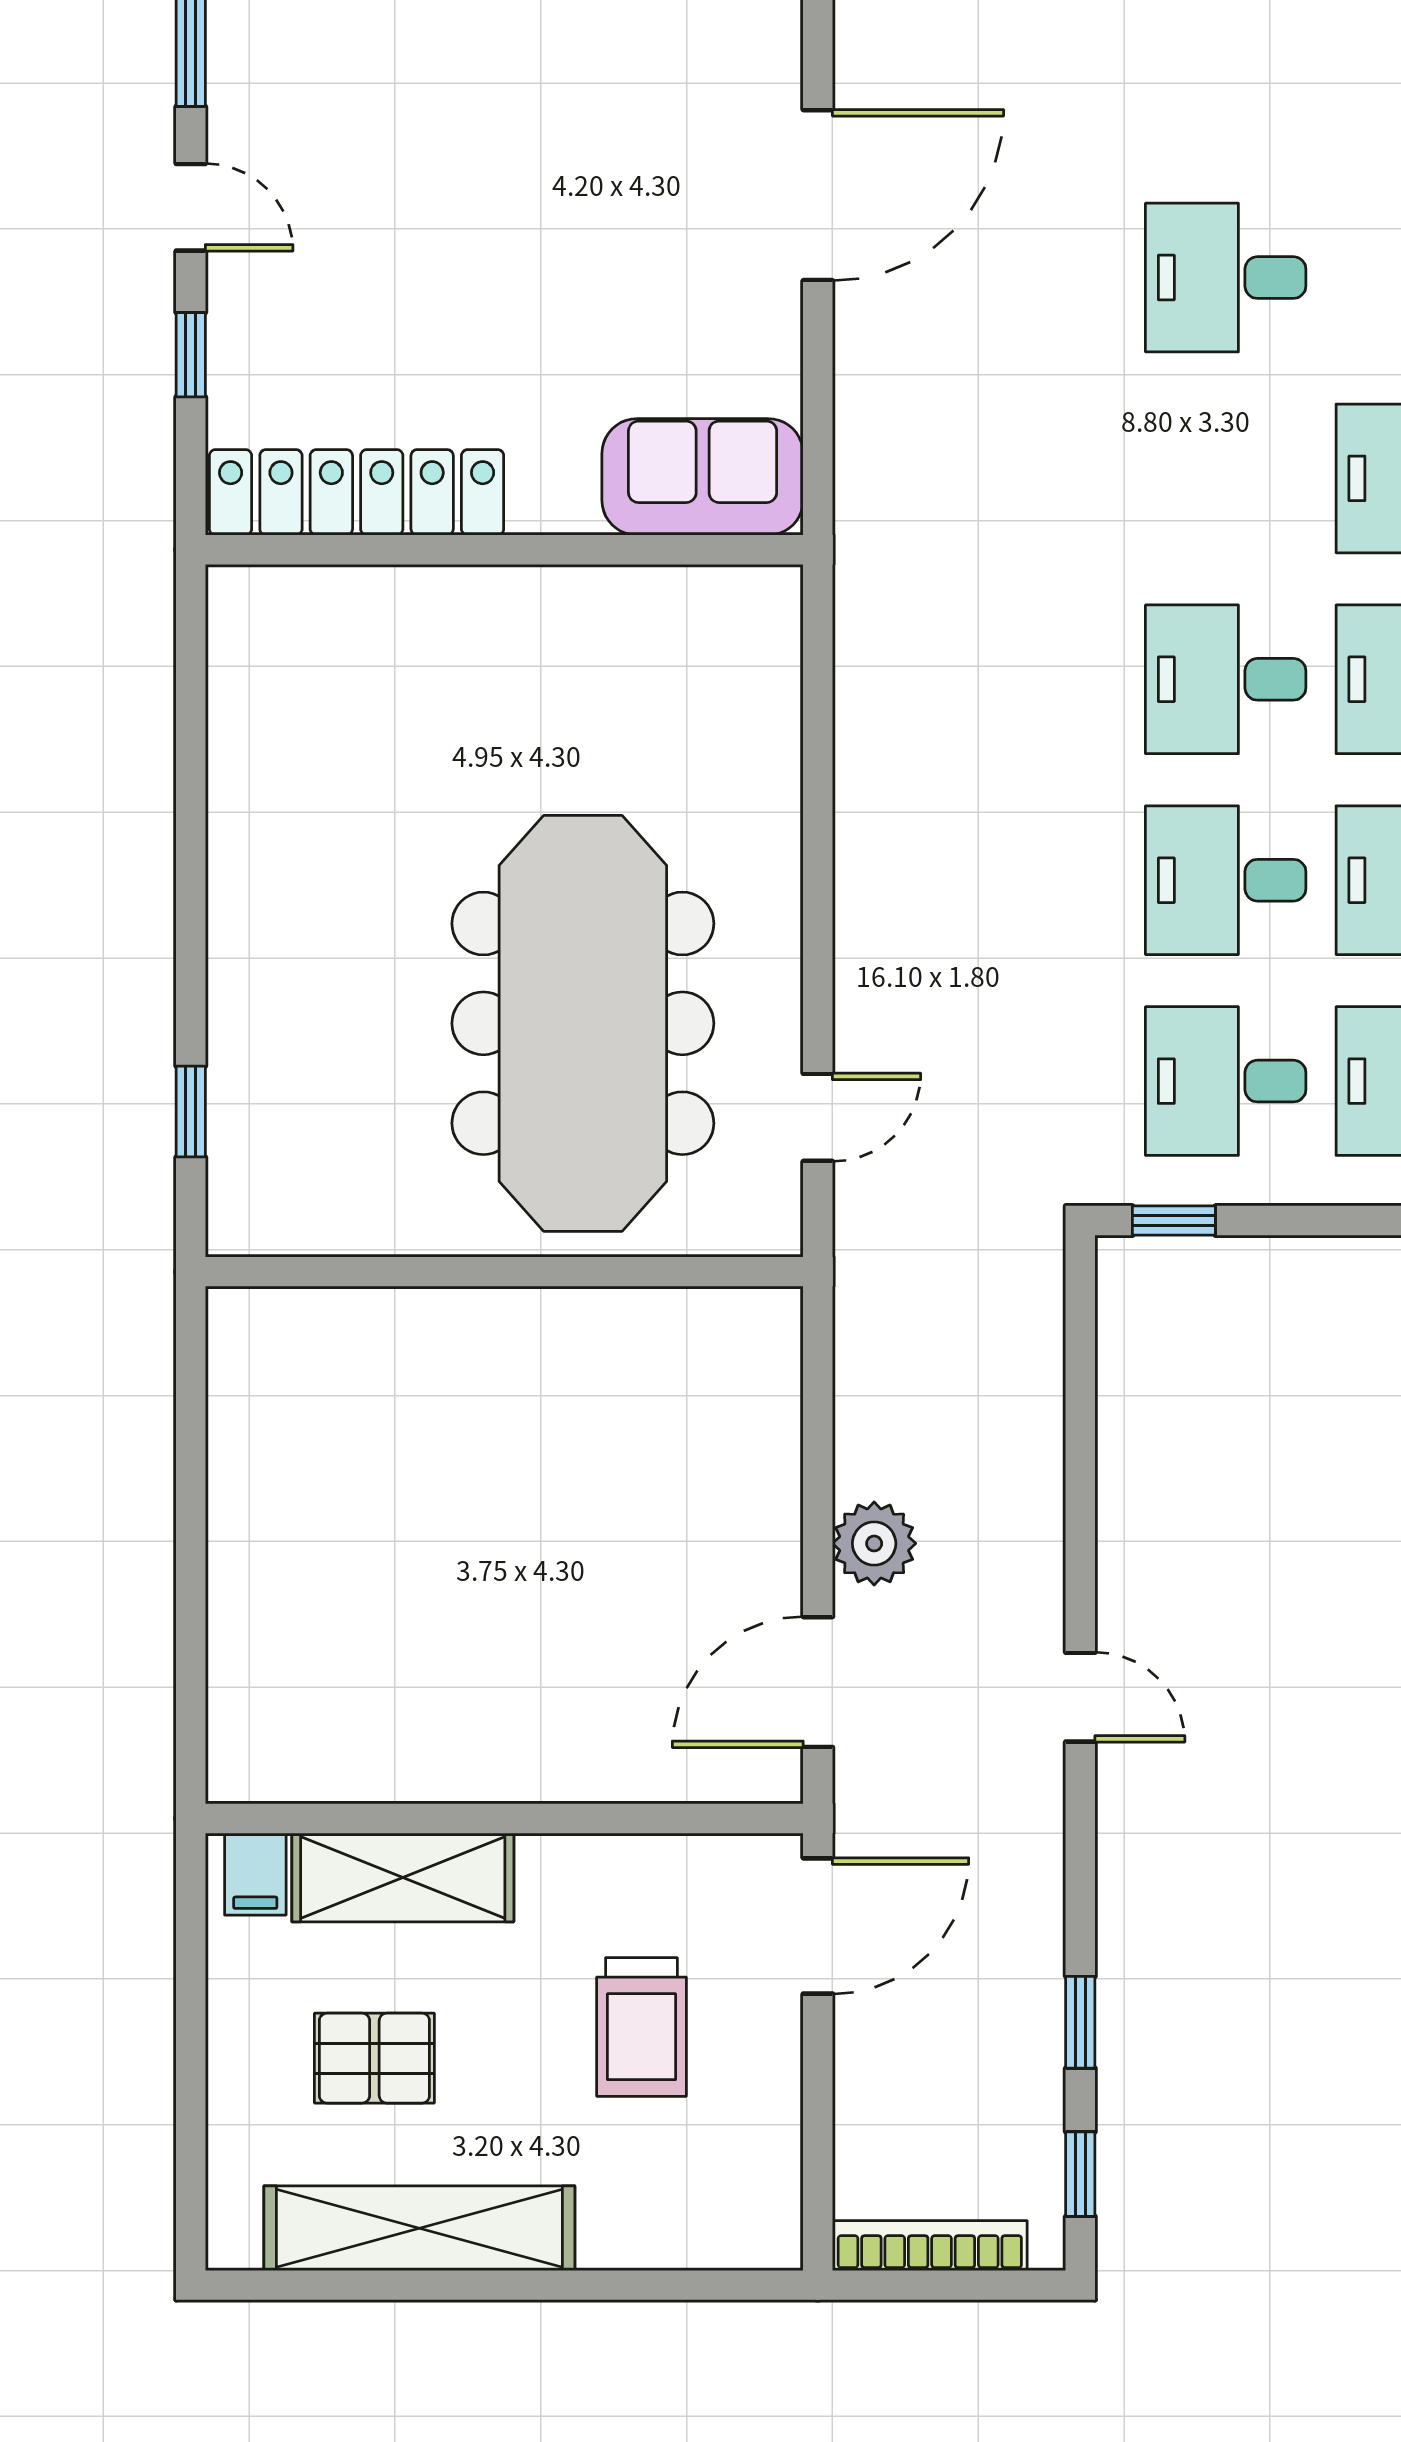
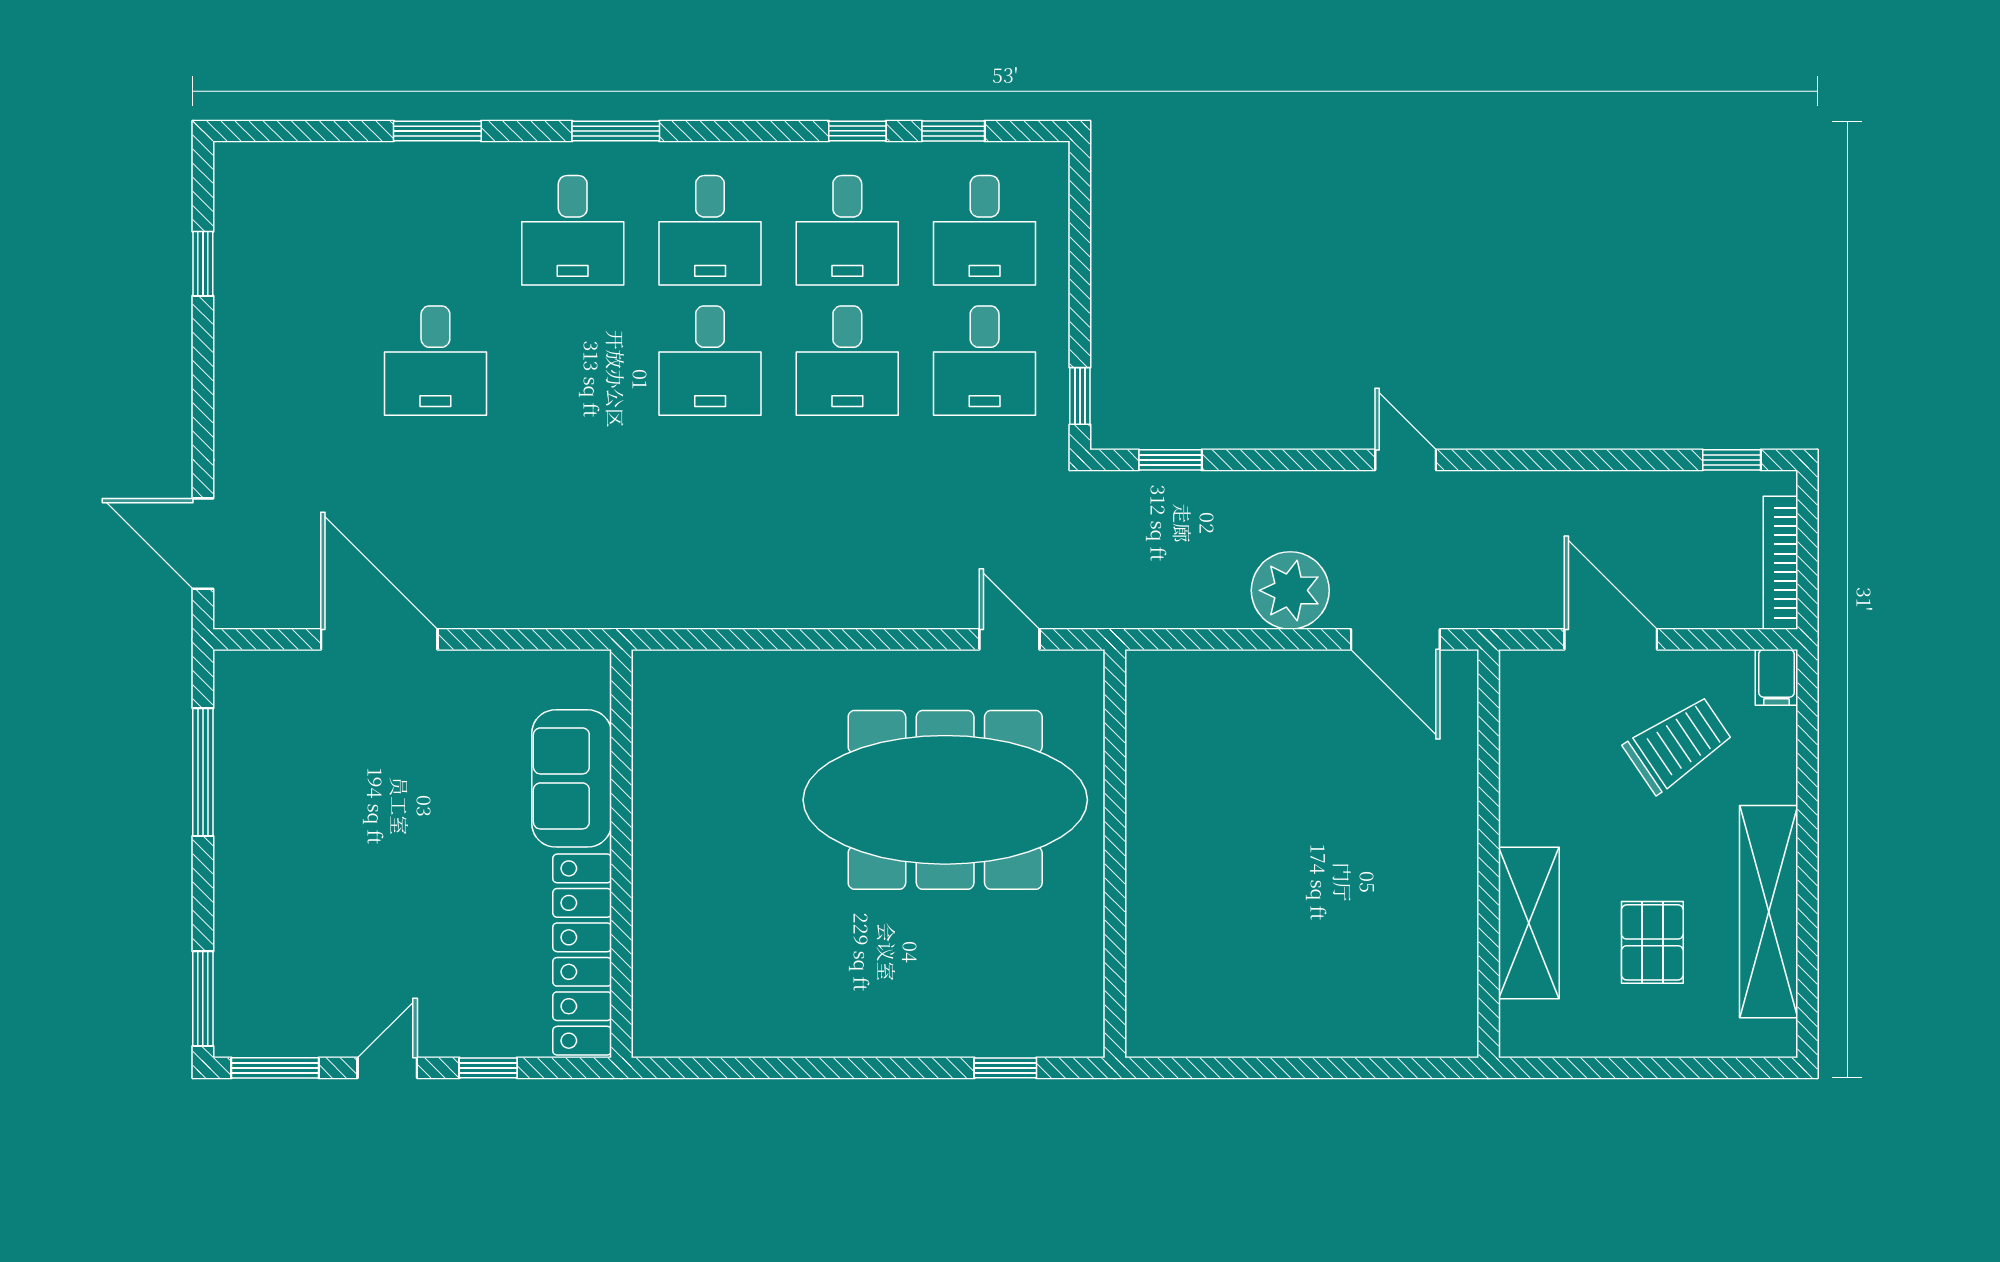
sofa: (703, 477) -> (572, 778), moved
plant: (874, 1543) -> (1290, 590), width x1.36, depth x1.36
door: (1080, 1697) -> (1406, 460), hinge flipped
filing cabinet: (255, 1874) -> (1777, 677), moved, turned 90
door: (818, 1926) -> (1611, 639), moved
window: (1080, 2022) -> (1170, 460), moved
trolley: (641, 2027) -> (1678, 744), moved, turned -34

